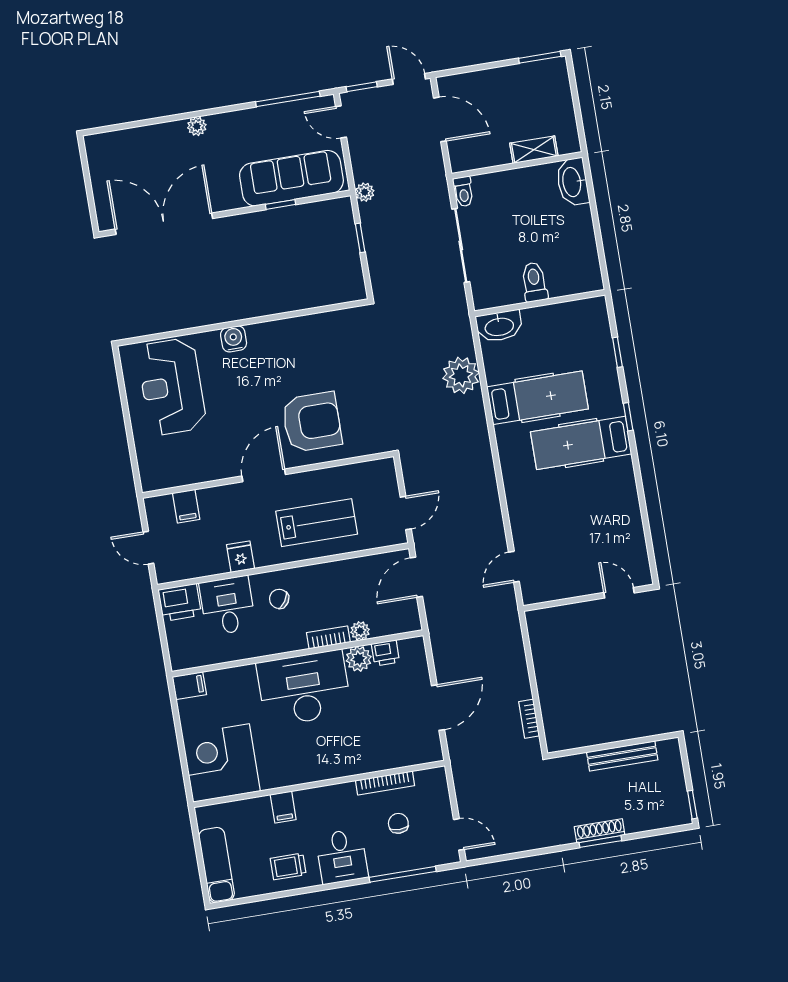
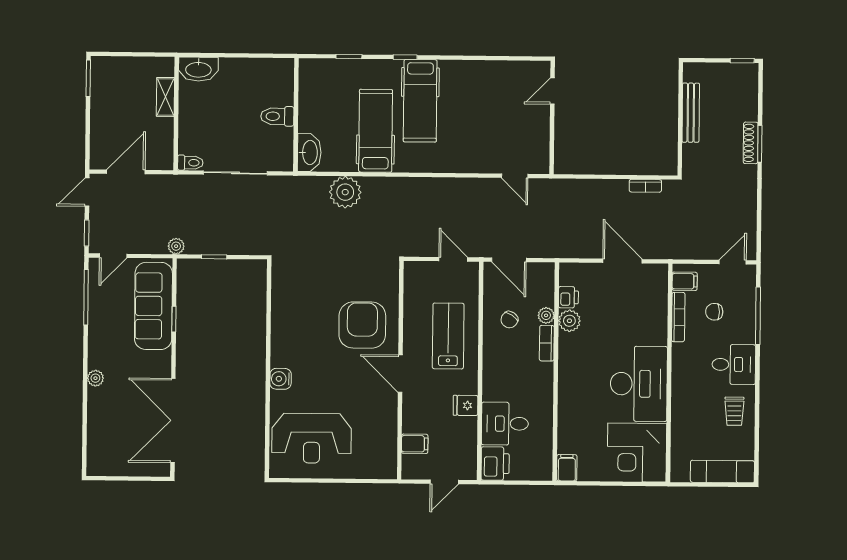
chair: (279, 599) -> (509, 320), moved
desk: (304, 688) -> (639, 384), moved, turned 180
filing cabinet: (283, 807) -> (685, 281), moved

